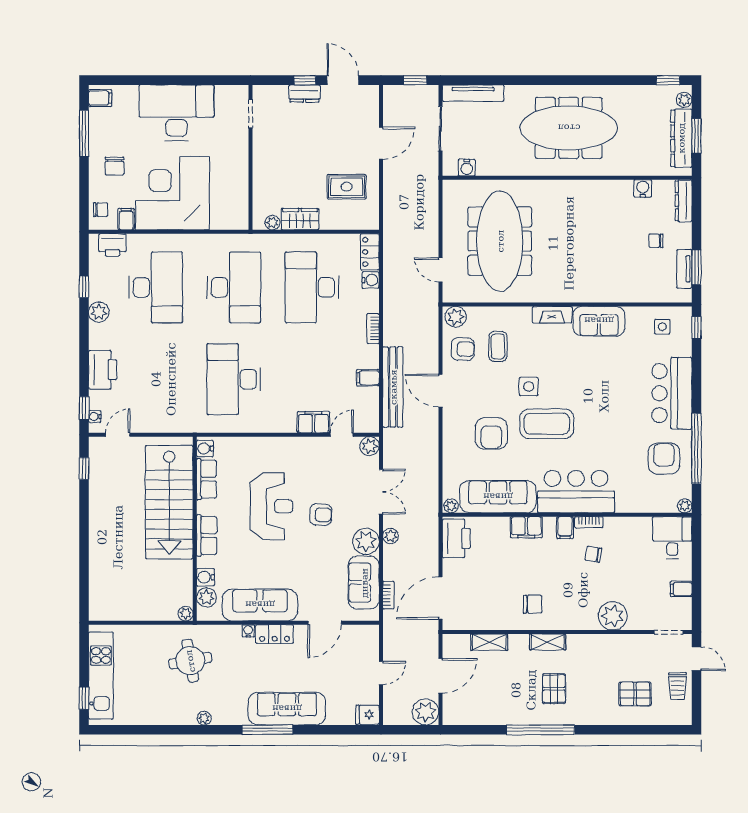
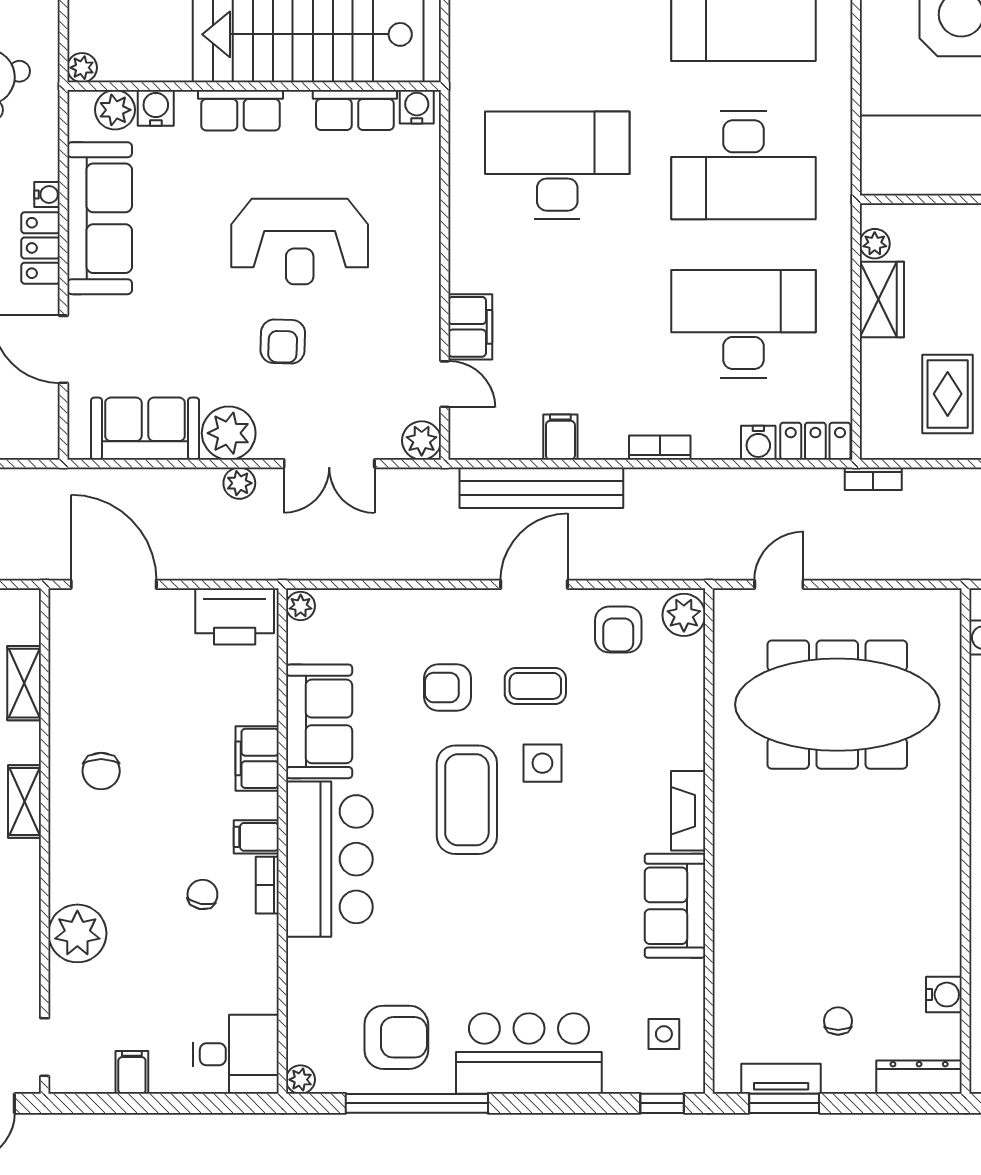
coffee table: (498, 346) -> (535, 686), moved
armchair: (491, 433) -> (447, 688), width x0.72, depth x0.72
sofa: (498, 497) -> (319, 721), width x0.73
bookcase: (388, 595) -> (873, 479), moved

